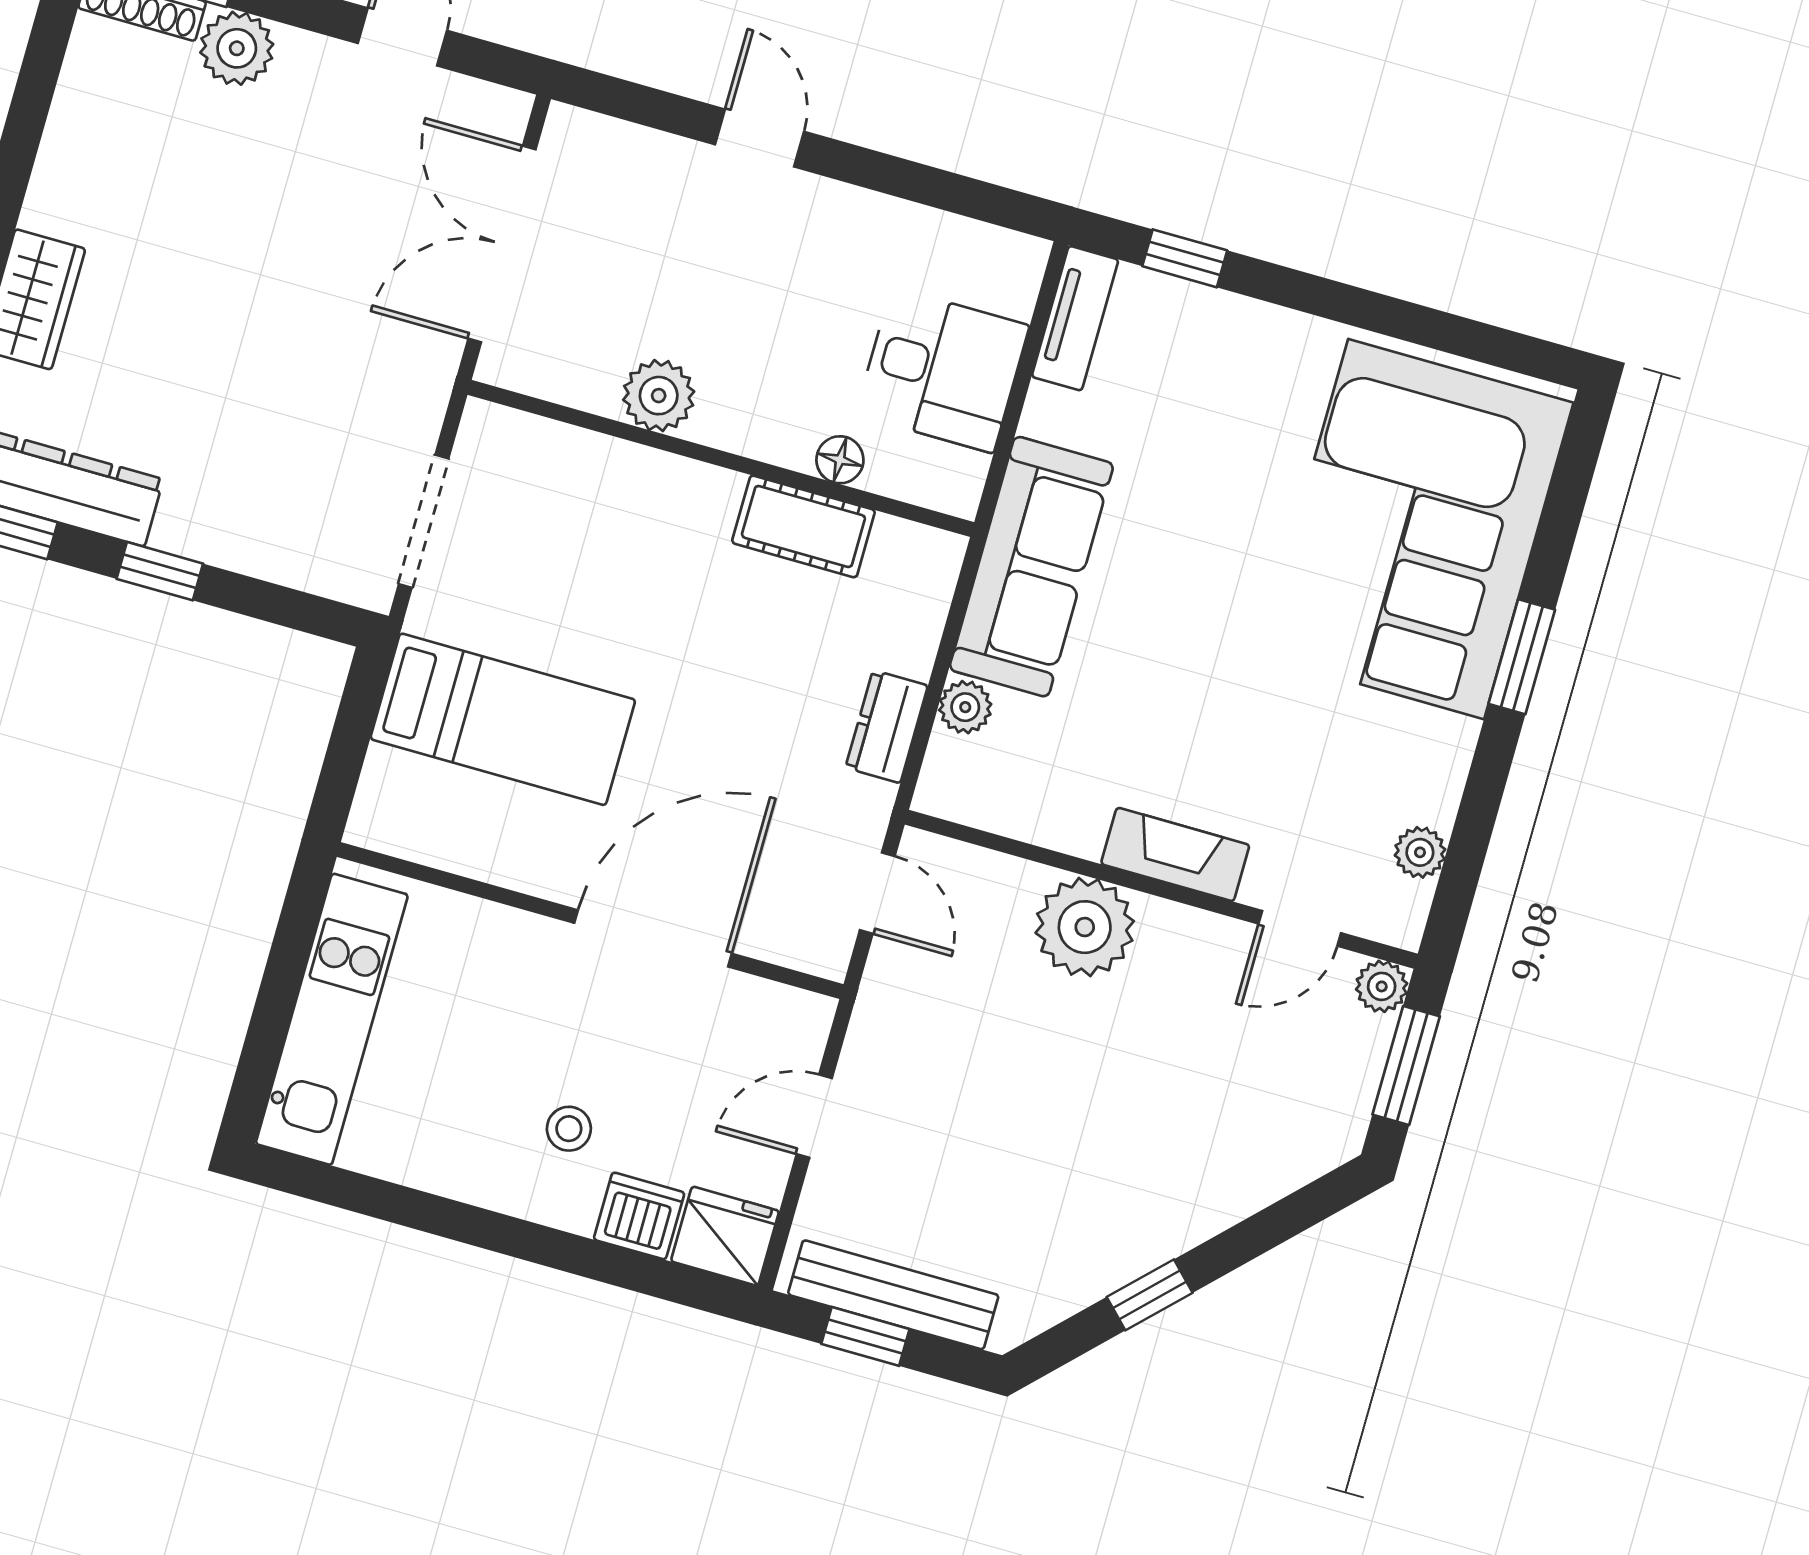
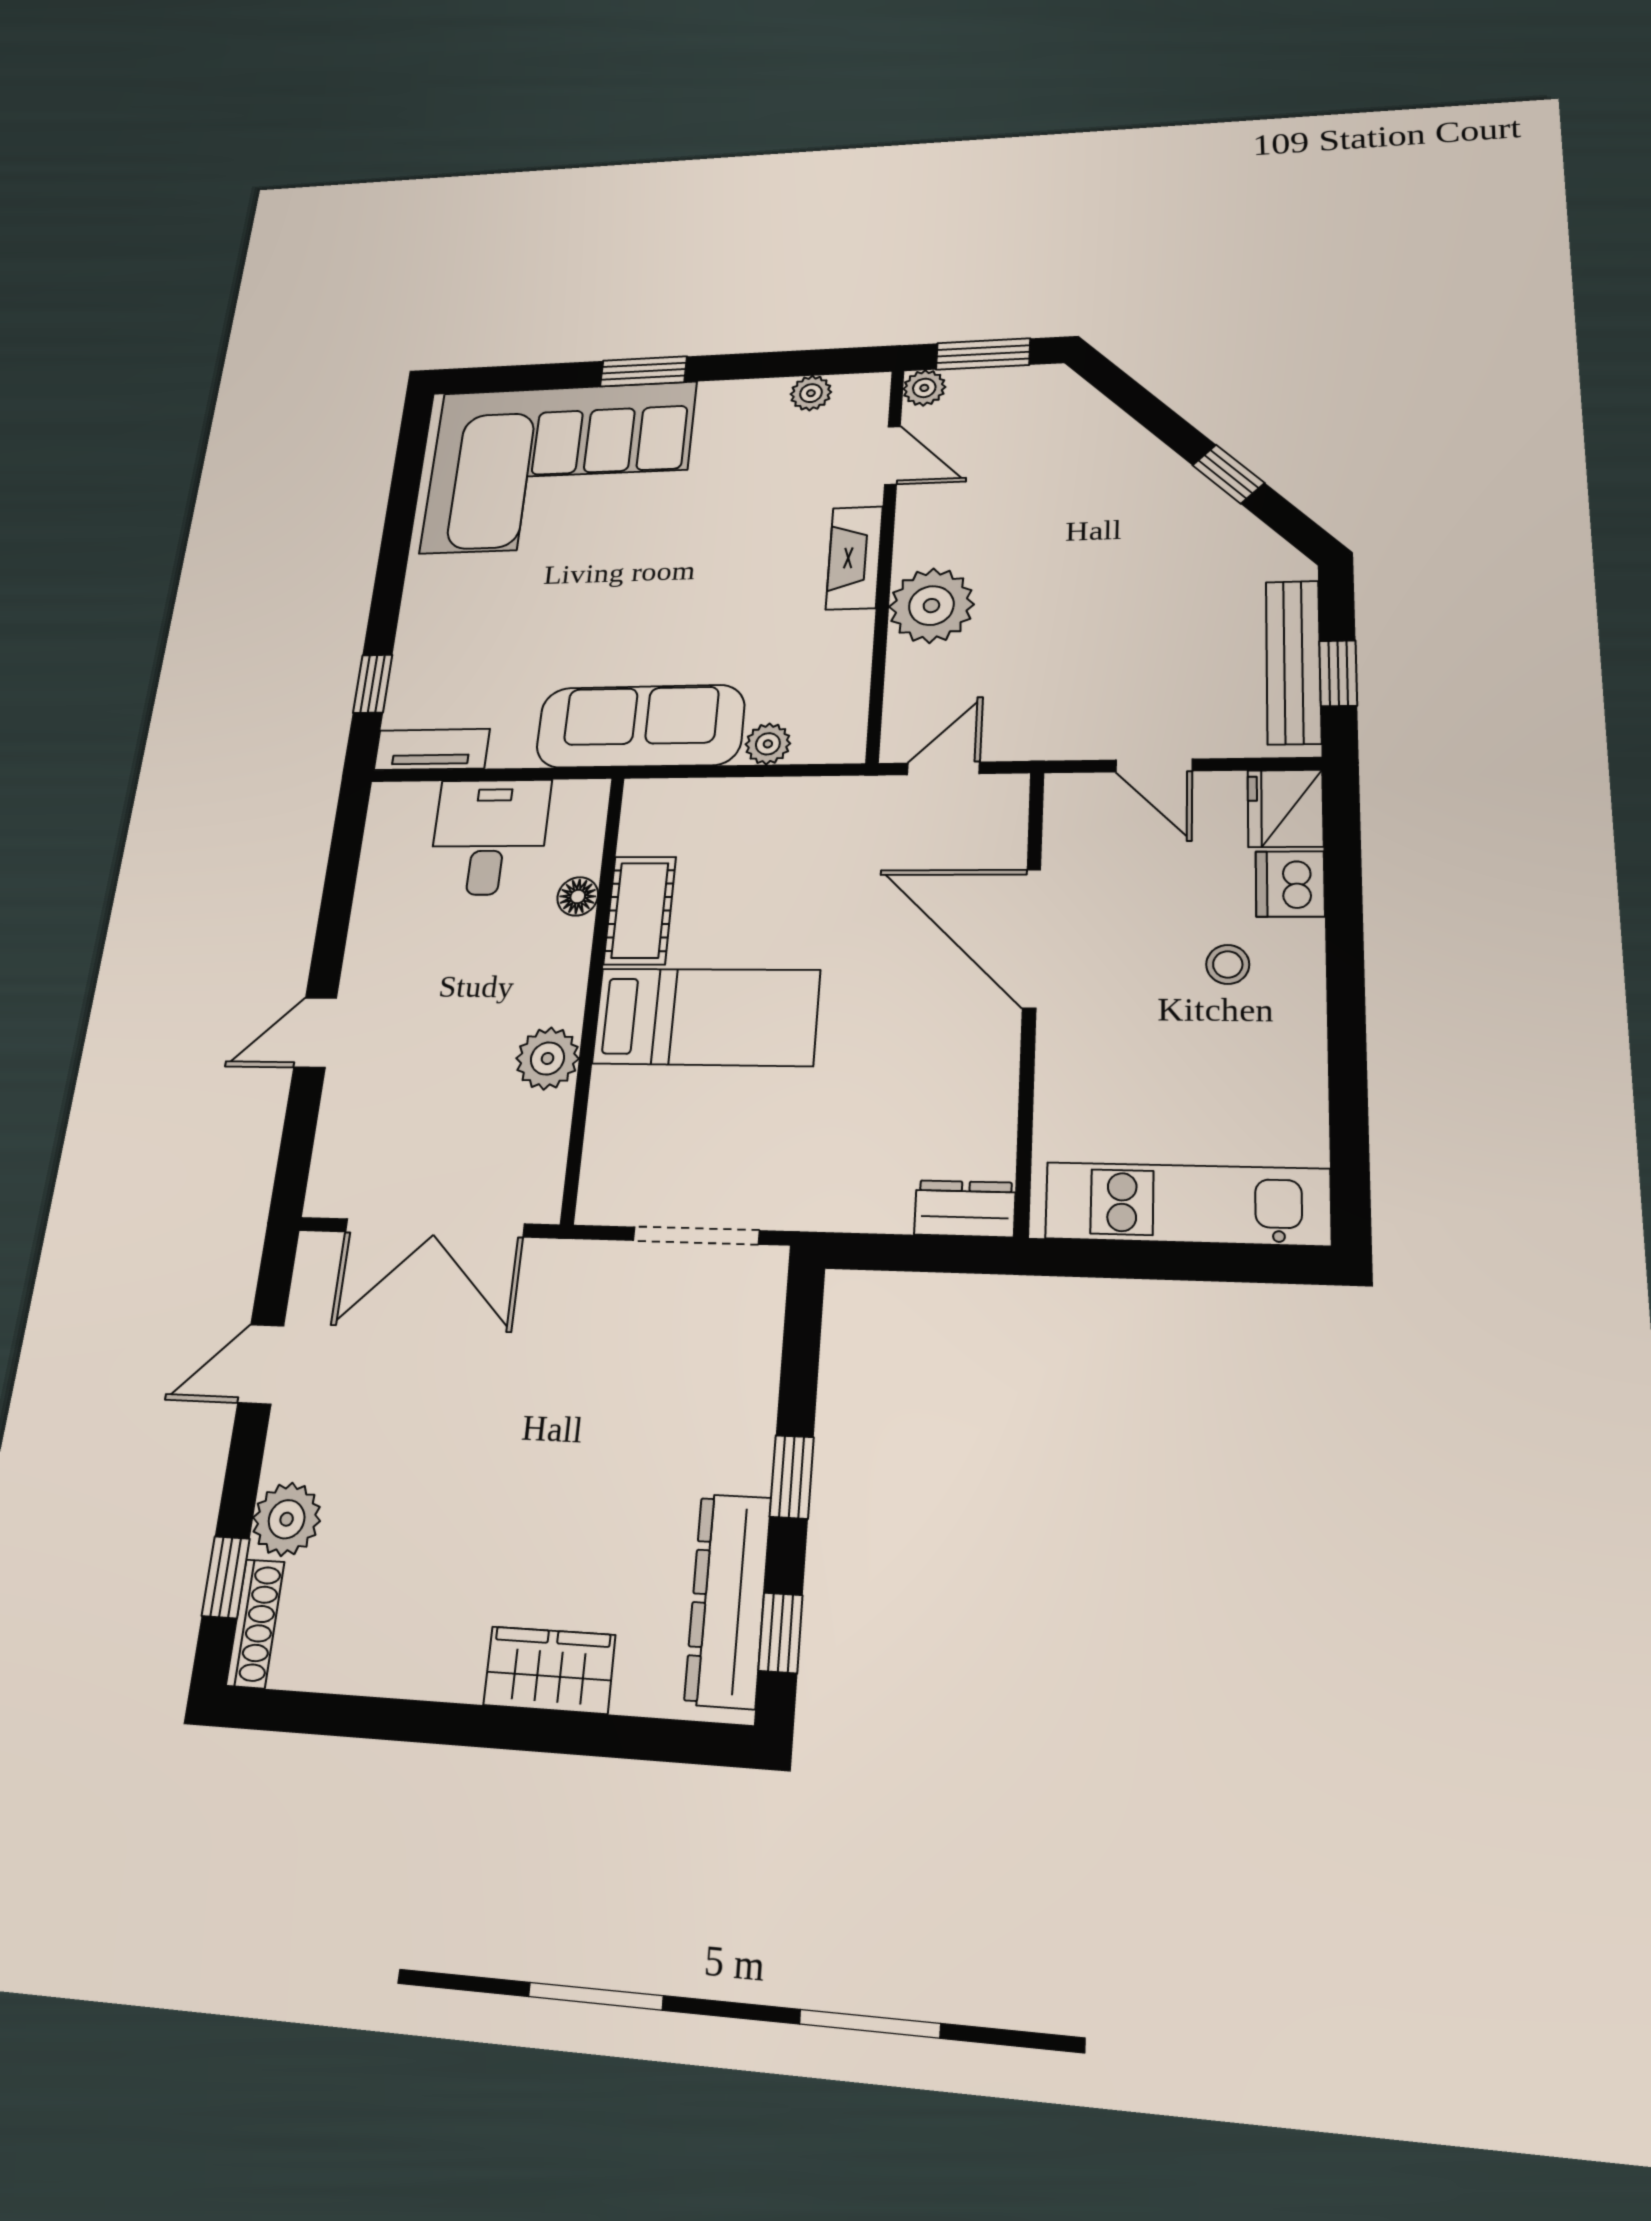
bed: (503, 719) -> (706, 1017), moved, turned 90
dresser: (887, 727) -> (965, 1209), moved, turned 180

